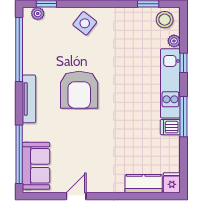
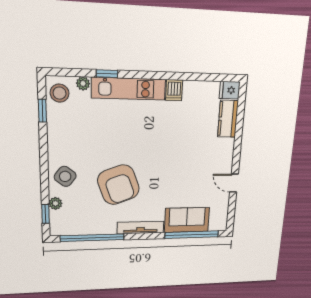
plant: (38, 14) -> (55, 203), moved
armchair: (79, 90) -> (118, 185), moved, turned 70
window: (184, 117) -> (164, 76), removed
sofa: (36, 166) -> (187, 220), moved

